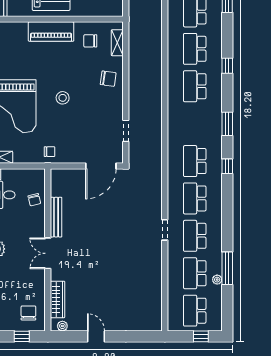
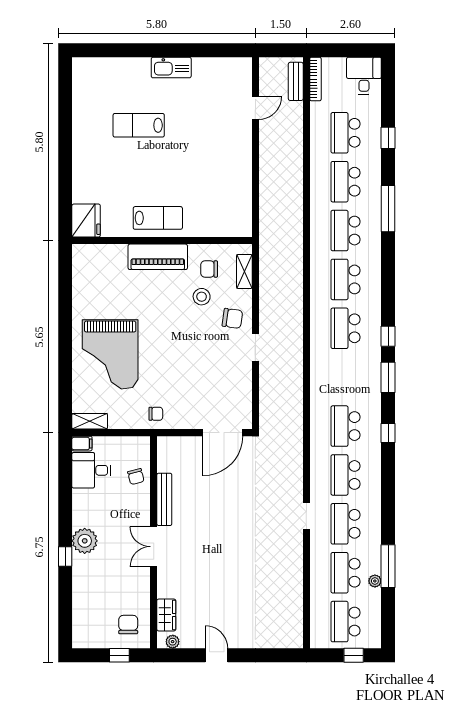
window: (227, 66) -> (388, 336), moved
stool: (63, 98) -> (202, 297), moved
doorway: (126, 131) -> (255, 347), moved
wardrobe: (58, 299) -> (166, 615), width x0.67

